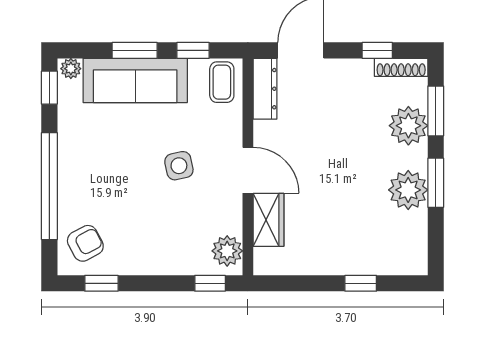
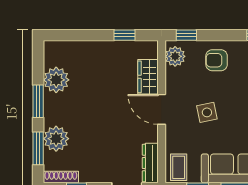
plant: (408, 190) -> (56, 80), moved
armchair: (164, 245) -> (217, 60), added
window: (361, 283) -> (124, 35), moved

